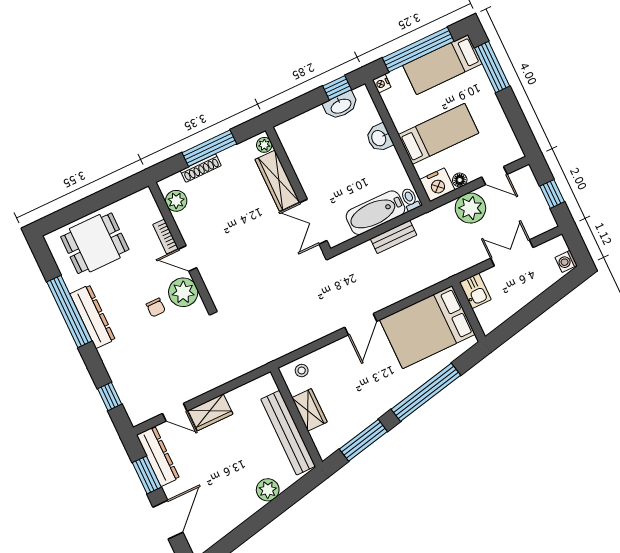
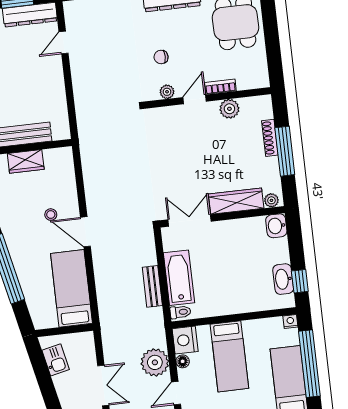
washbasin: (379, 138) -> (276, 226), moved, turned -90
plant: (176, 201) -> (229, 109), moved
kitchen sink: (475, 291) -> (56, 360), moved, turned -102
plant: (183, 292) -> (167, 92), width x0.53, depth x0.53
bed: (427, 327) -> (72, 288), width x0.67
stool: (302, 370) -> (51, 215), moved
wardrobe: (210, 412) -> (53, 74), removed

